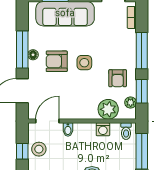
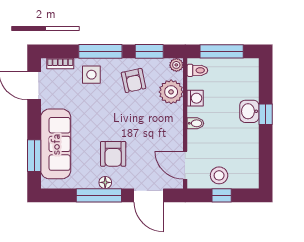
side table: (84, 63) -> (91, 75), moved
armchair: (118, 78) -> (134, 80), turned 78
plant: (131, 102) -> (176, 65), moved
bidet: (68, 130) -> (195, 123), moved

